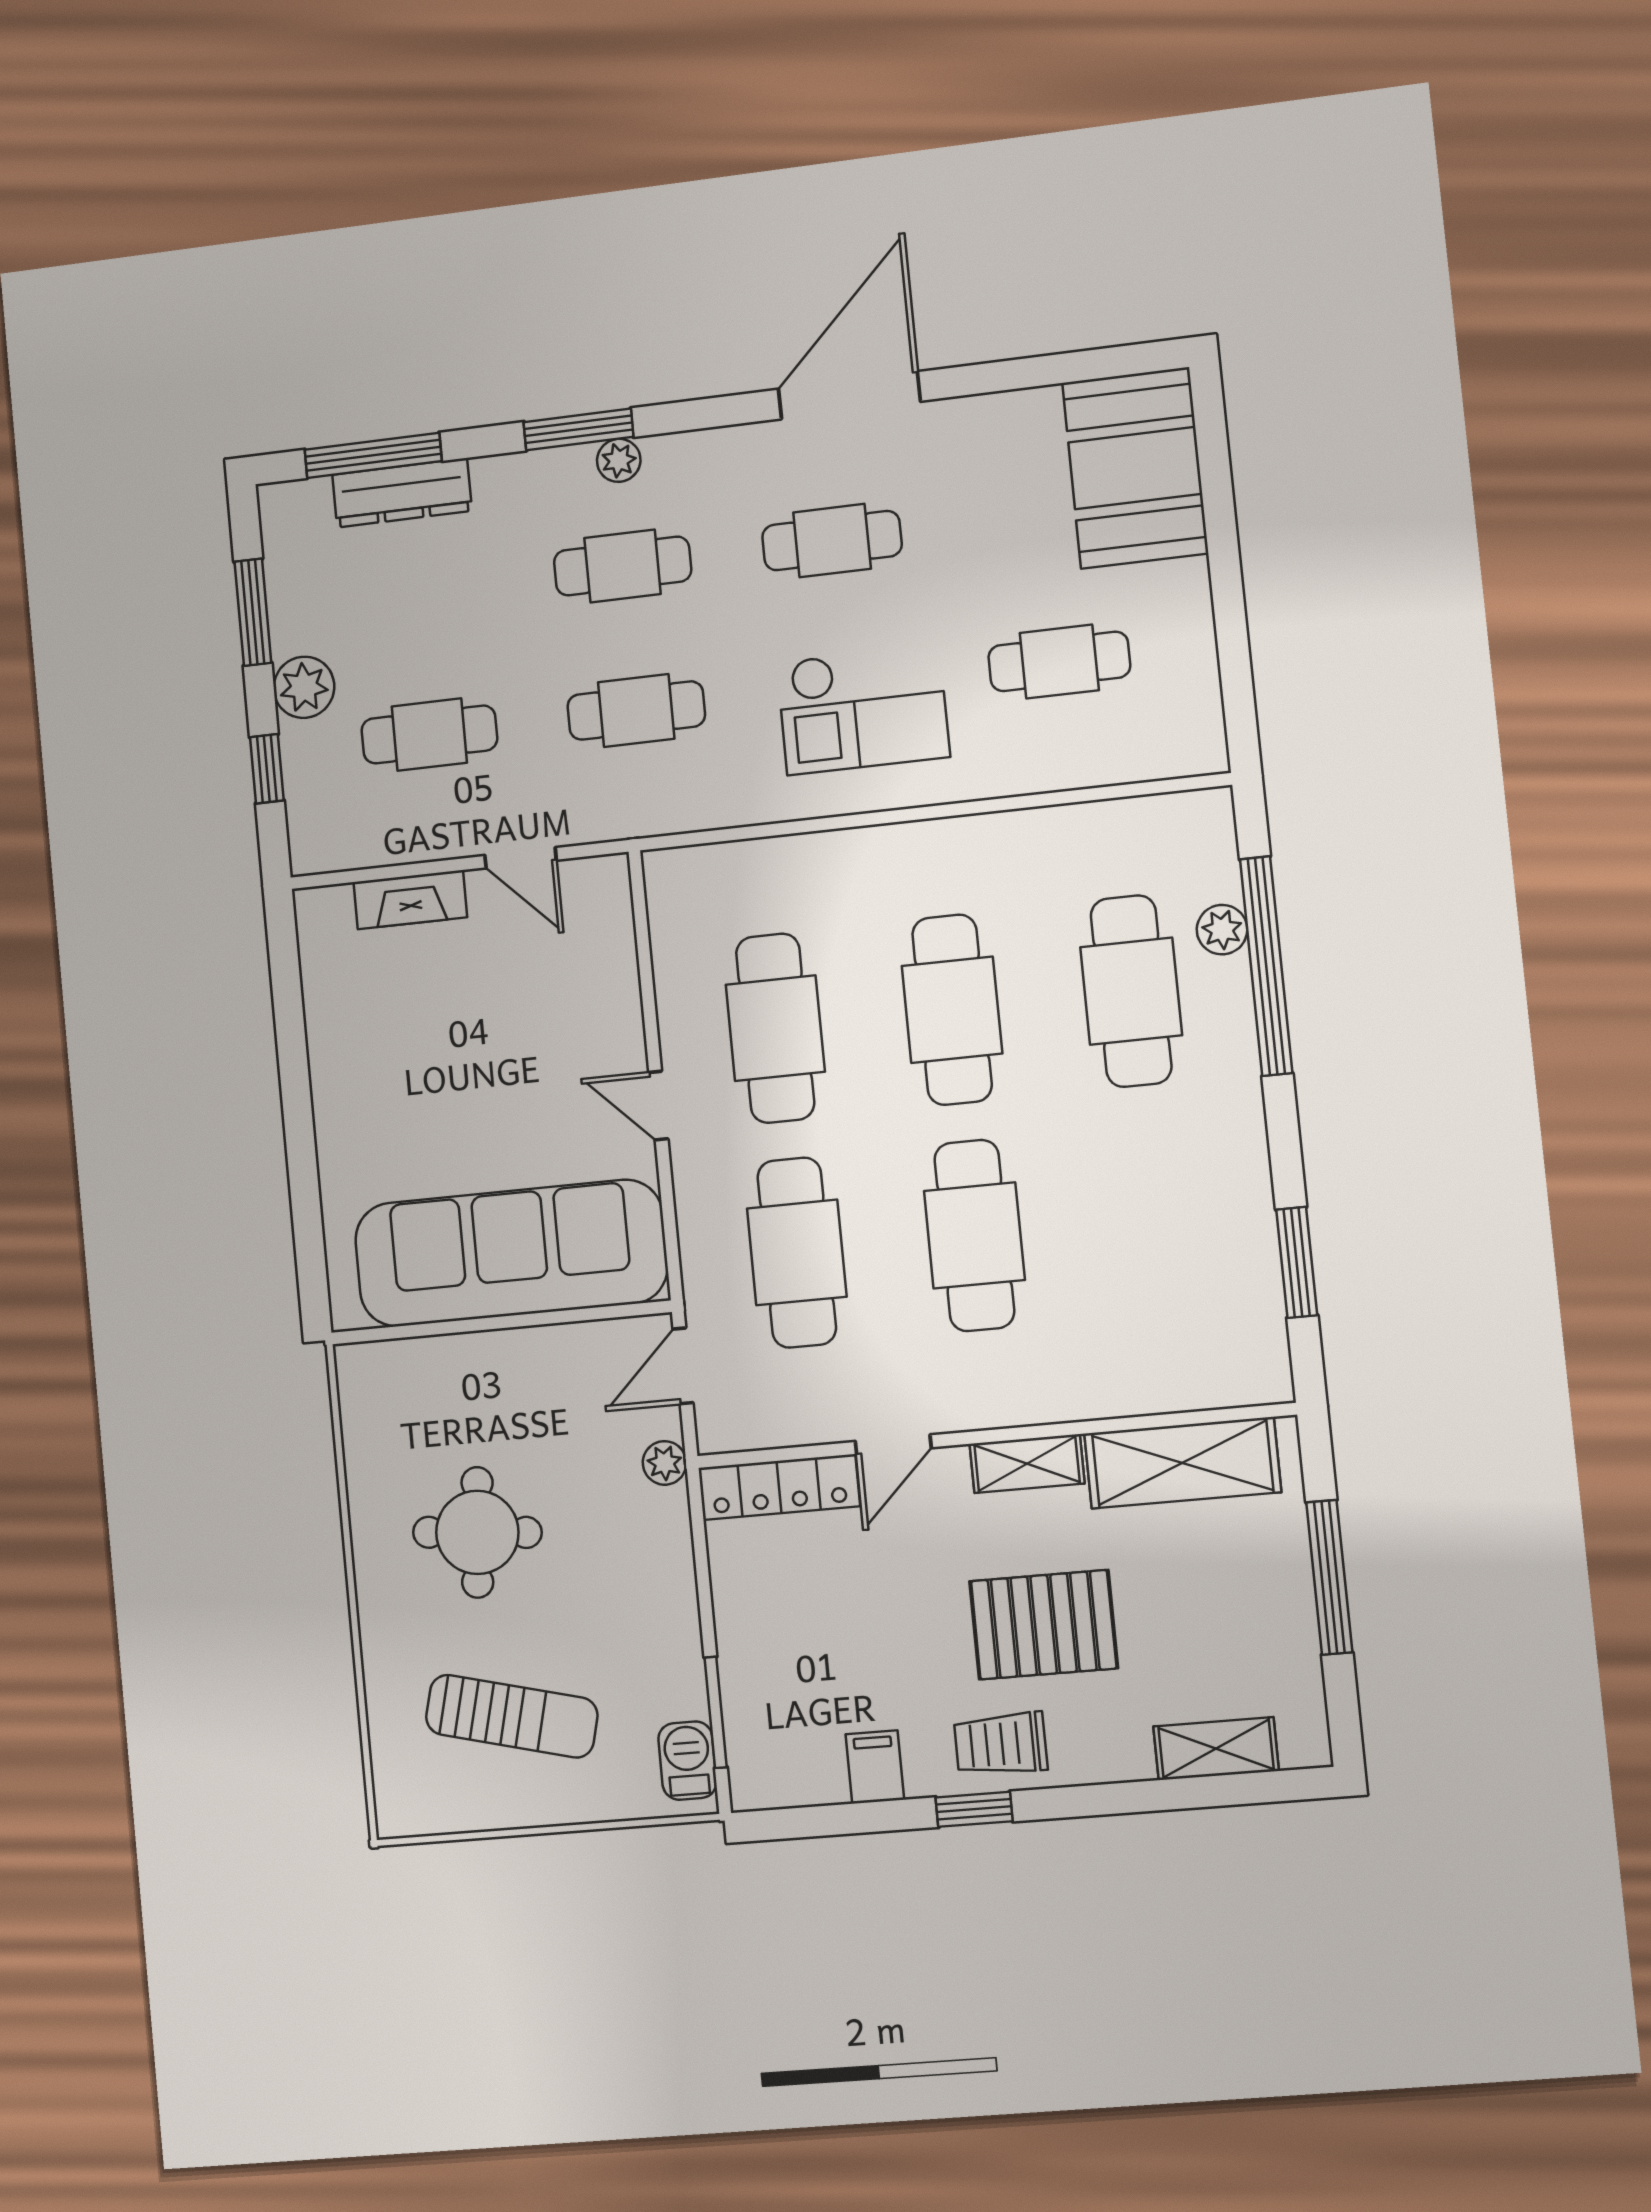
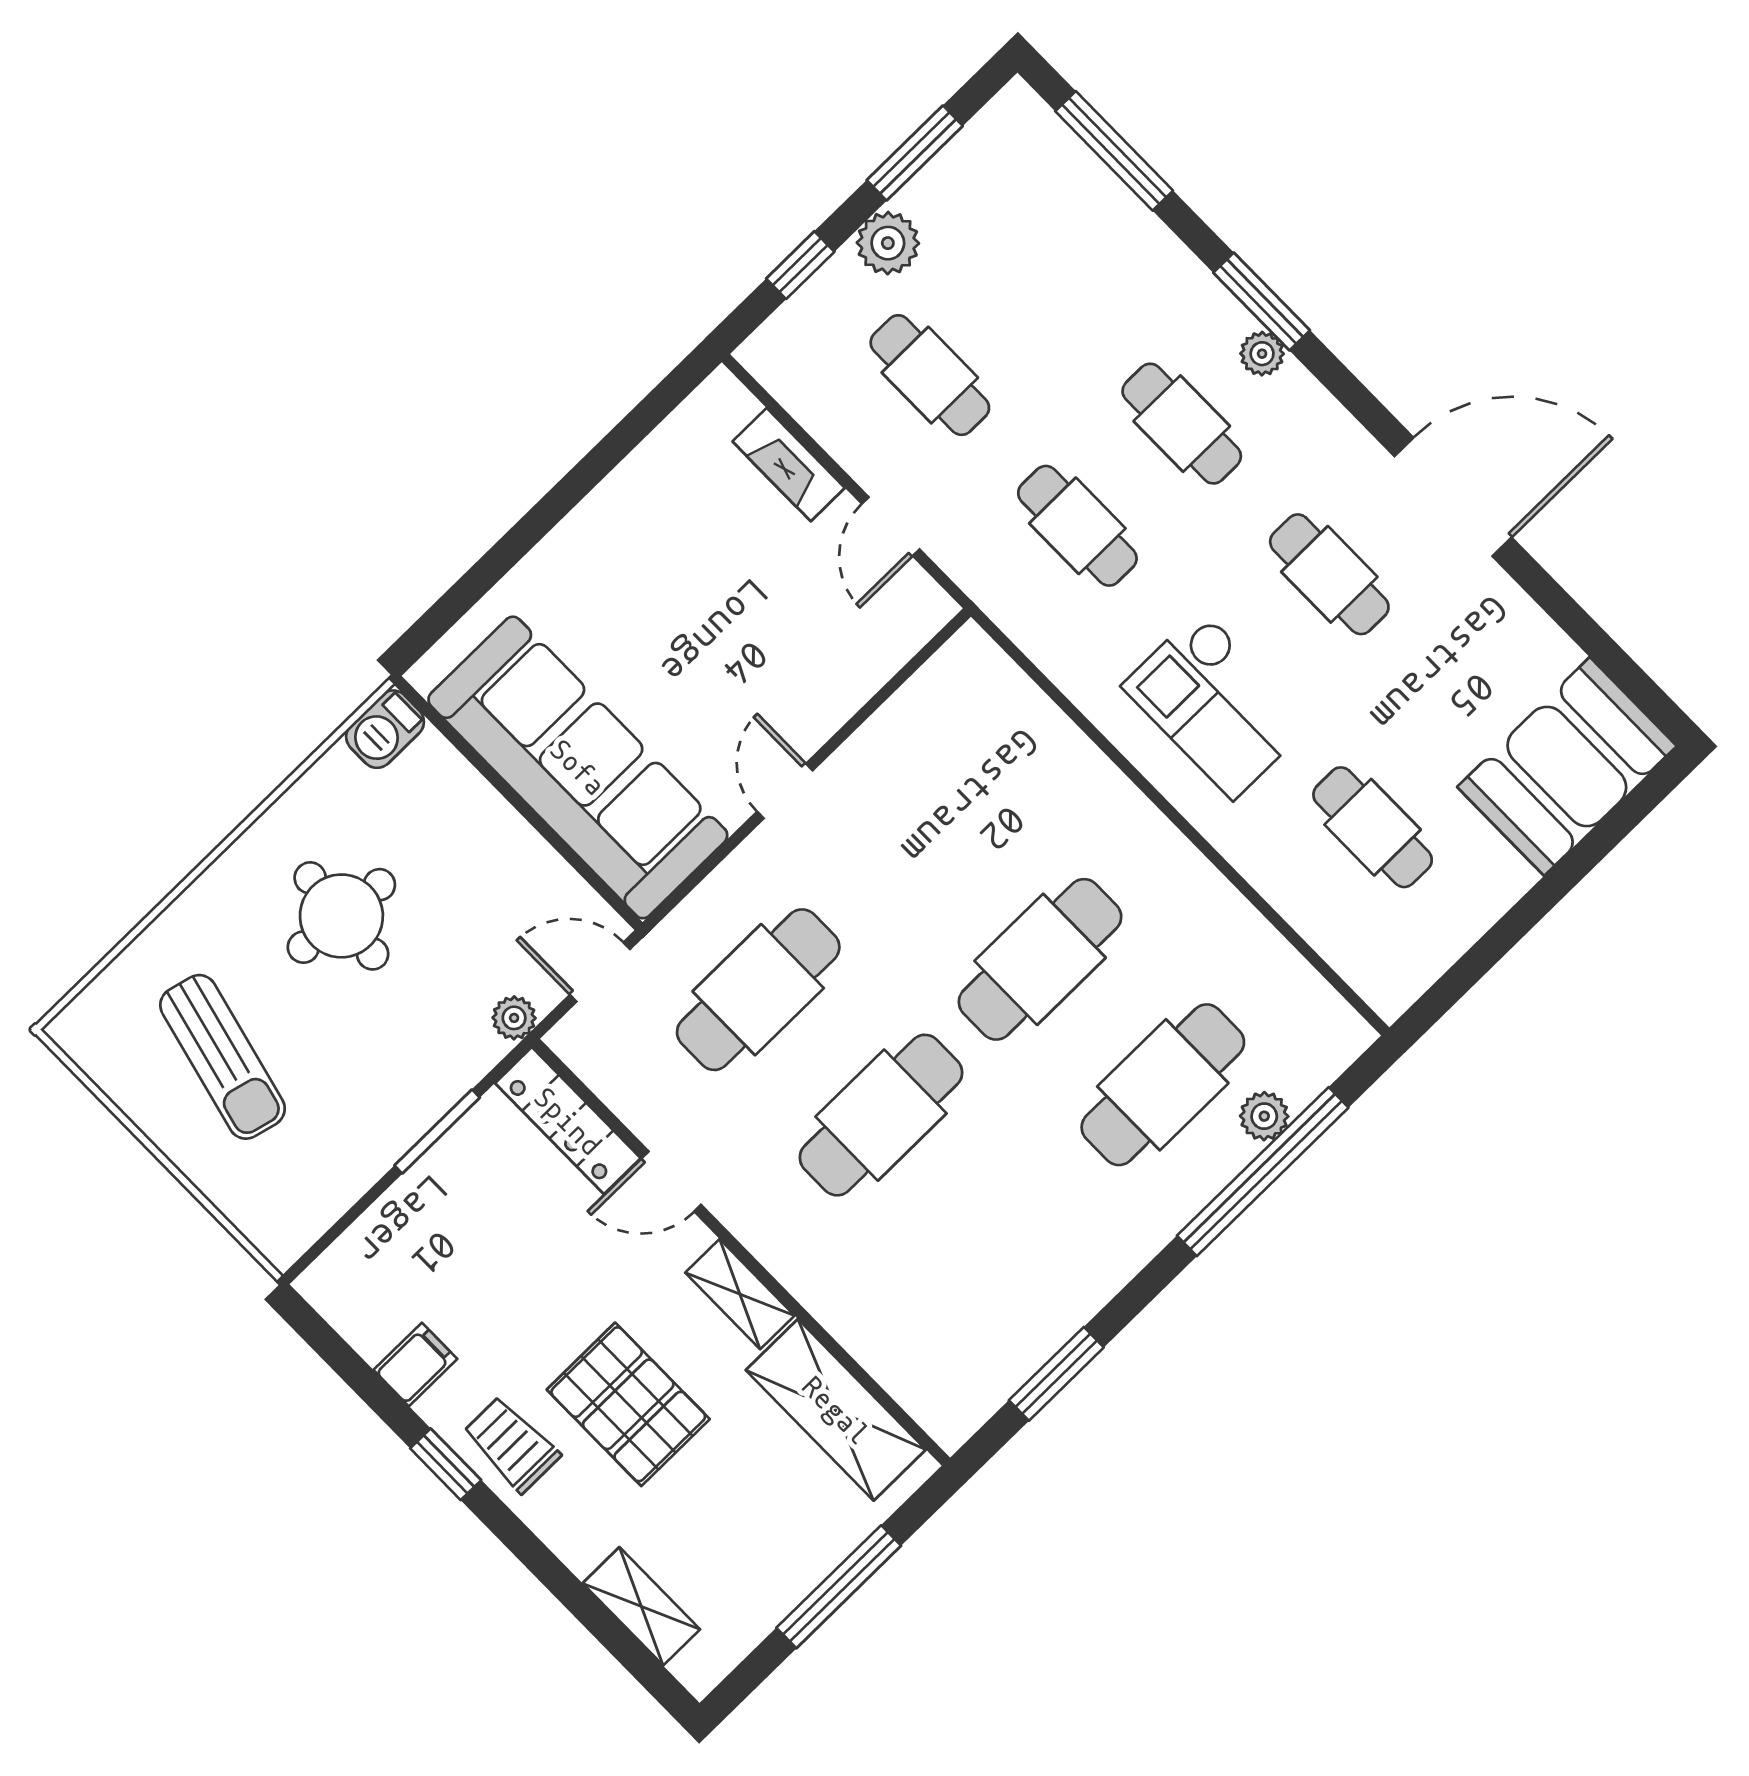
dresser: (402, 493) -> (1103, 198), removed
cafe table: (775, 1028) -> (917, 834), removed
window: (716, 1712) -> (437, 1131), moved
barbecue: (687, 1761) -> (385, 729), moved, turned 180

